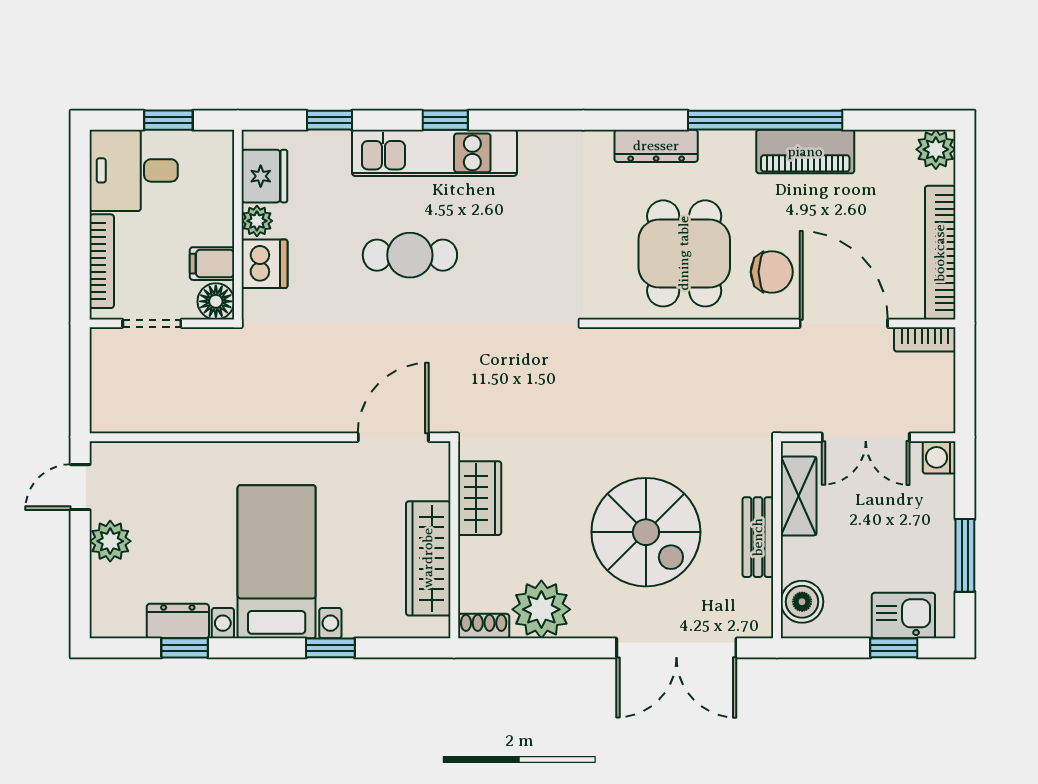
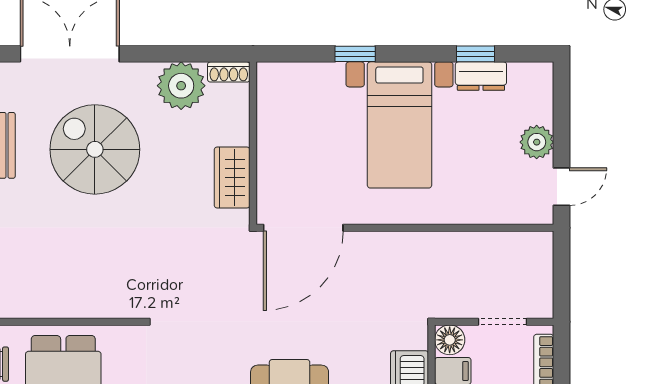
door: (393, 437) -> (303, 228), width x1.36
wardrobe: (428, 558) -> (274, 128), removed

